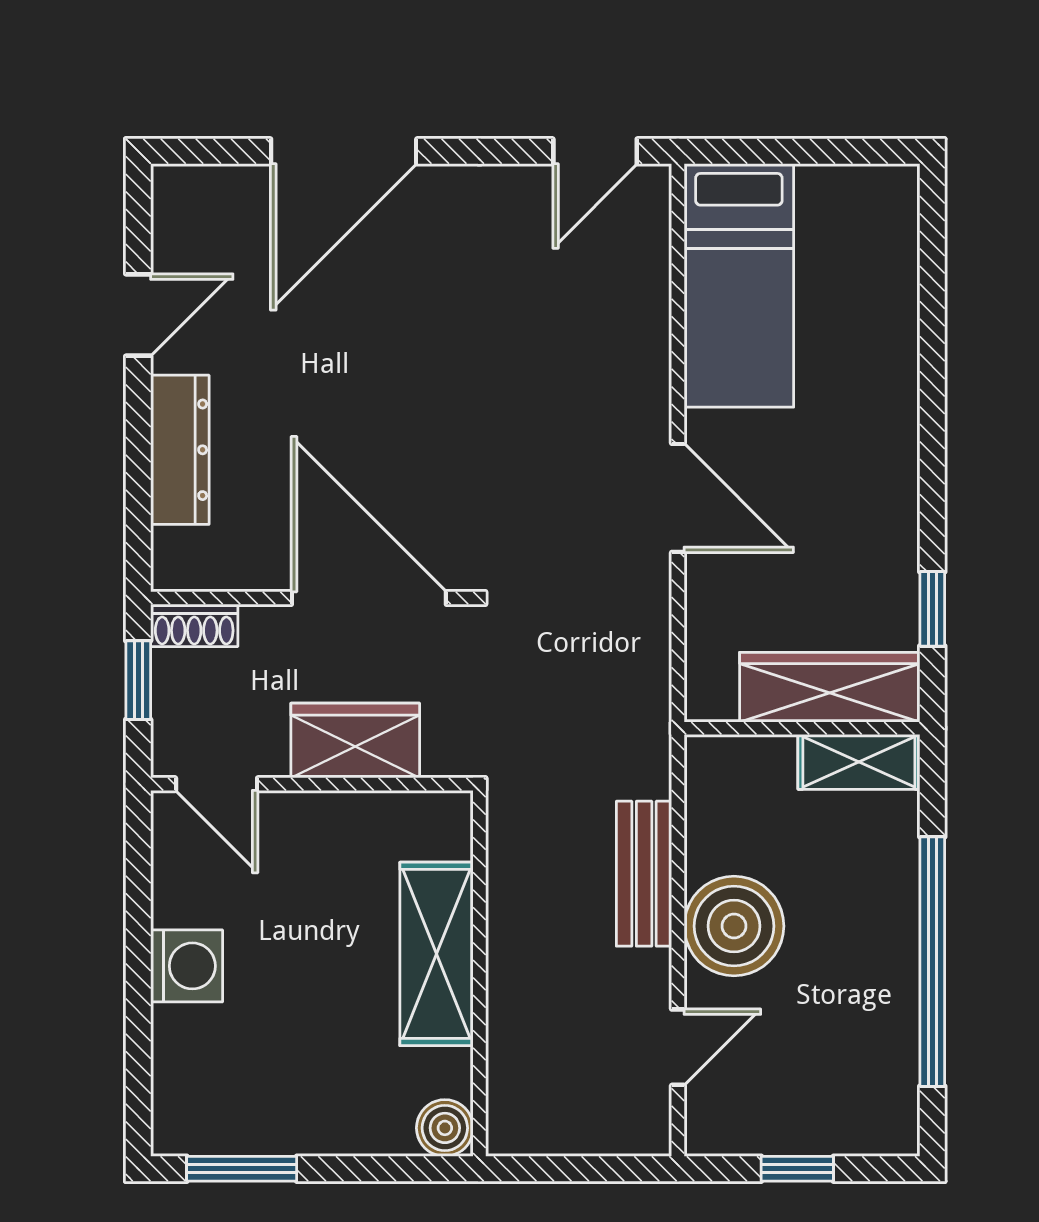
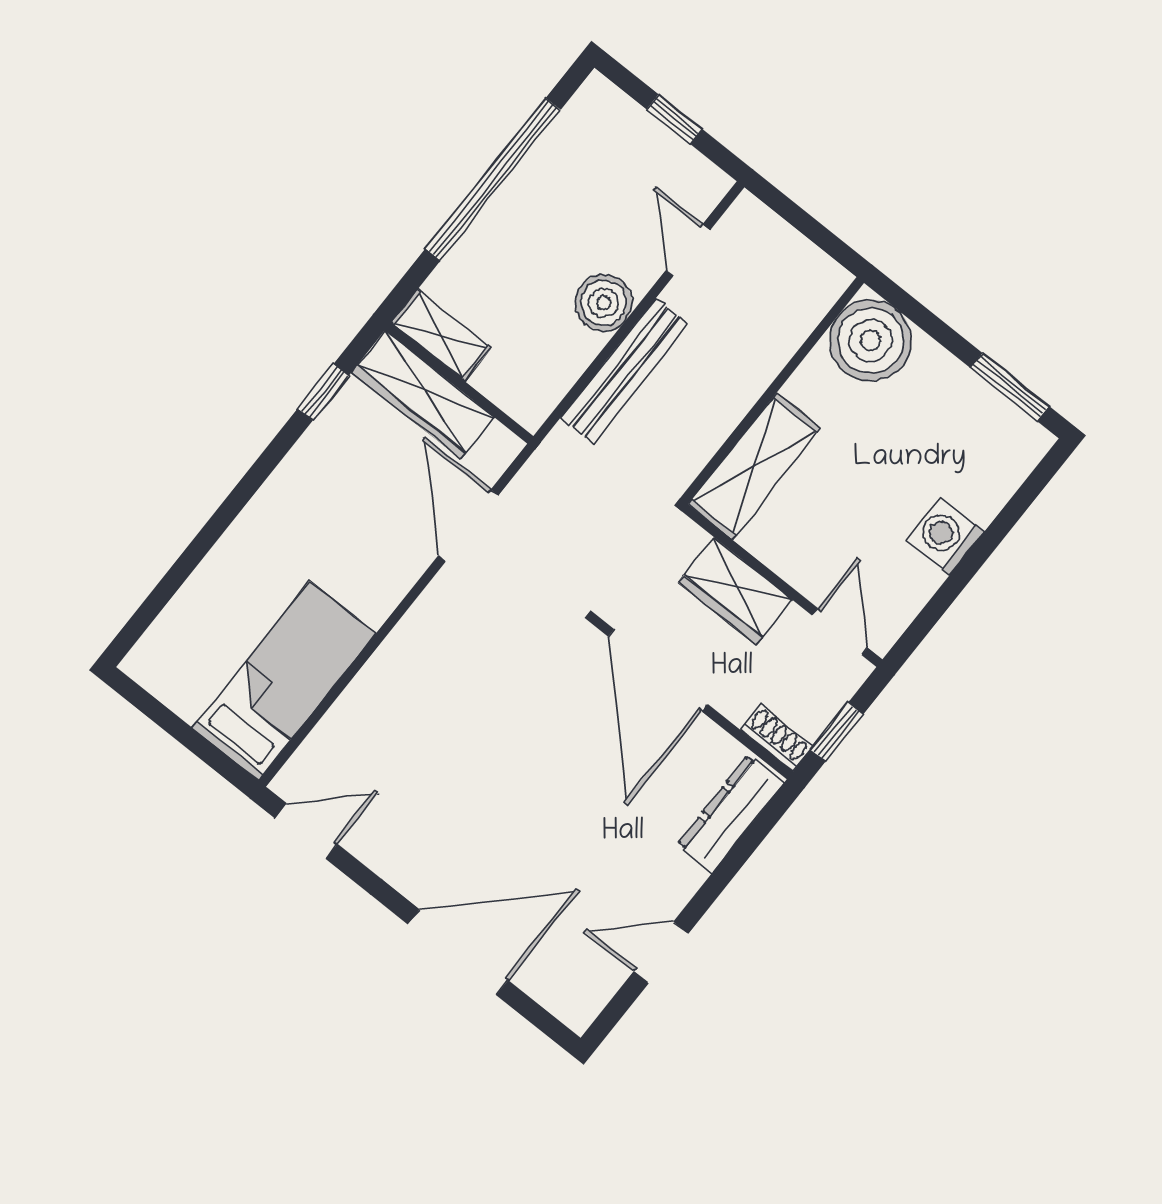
dresser: (180, 450) -> (731, 814), moved
door: (678, 498) -> (468, 526), moved
bench: (644, 874) -> (625, 371), width x1.36
boiler: (734, 926) -> (604, 303), width x0.73, depth x0.73
shelving: (436, 954) -> (754, 466), moved
door: (678, 1047) -> (688, 250), hinge flipped
boiler: (445, 1128) -> (871, 340), width x1.86, depth x1.86

